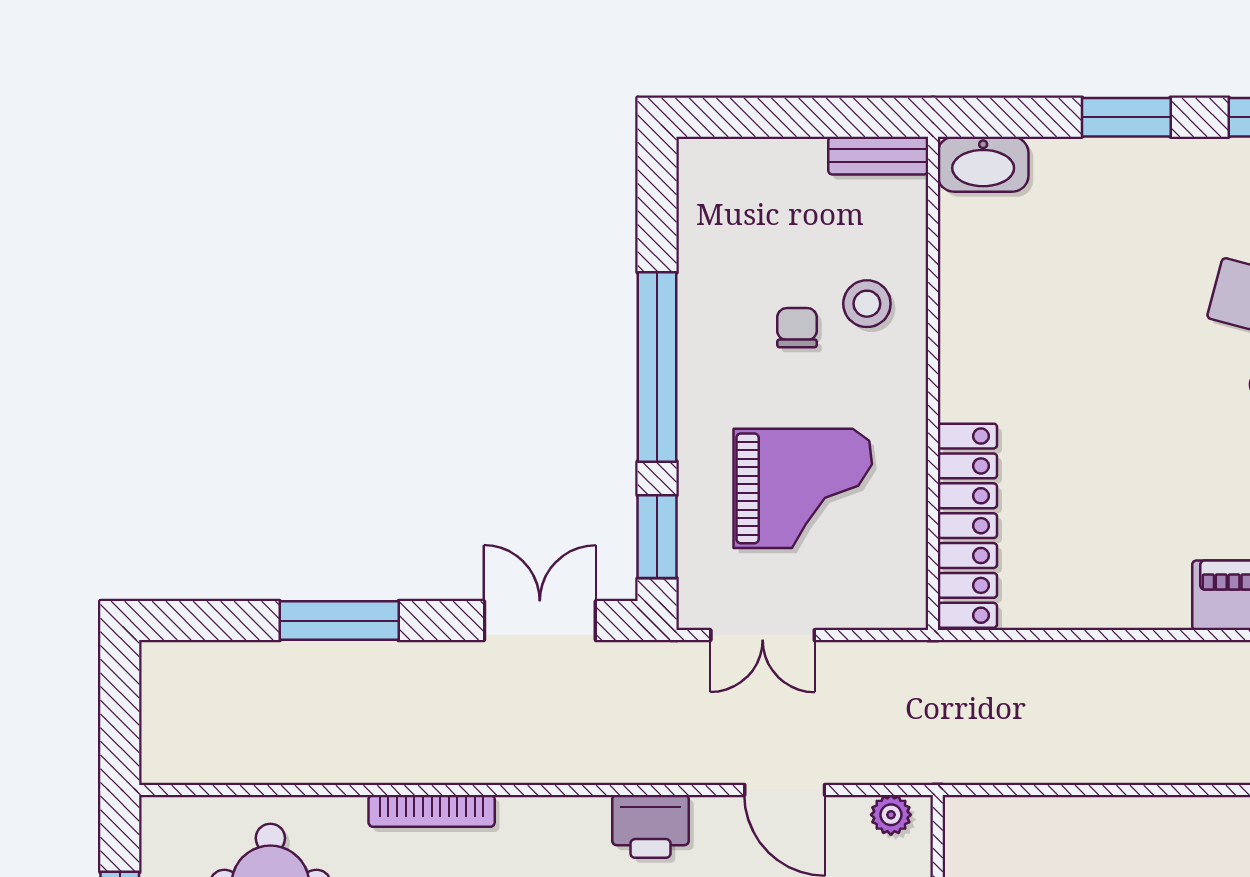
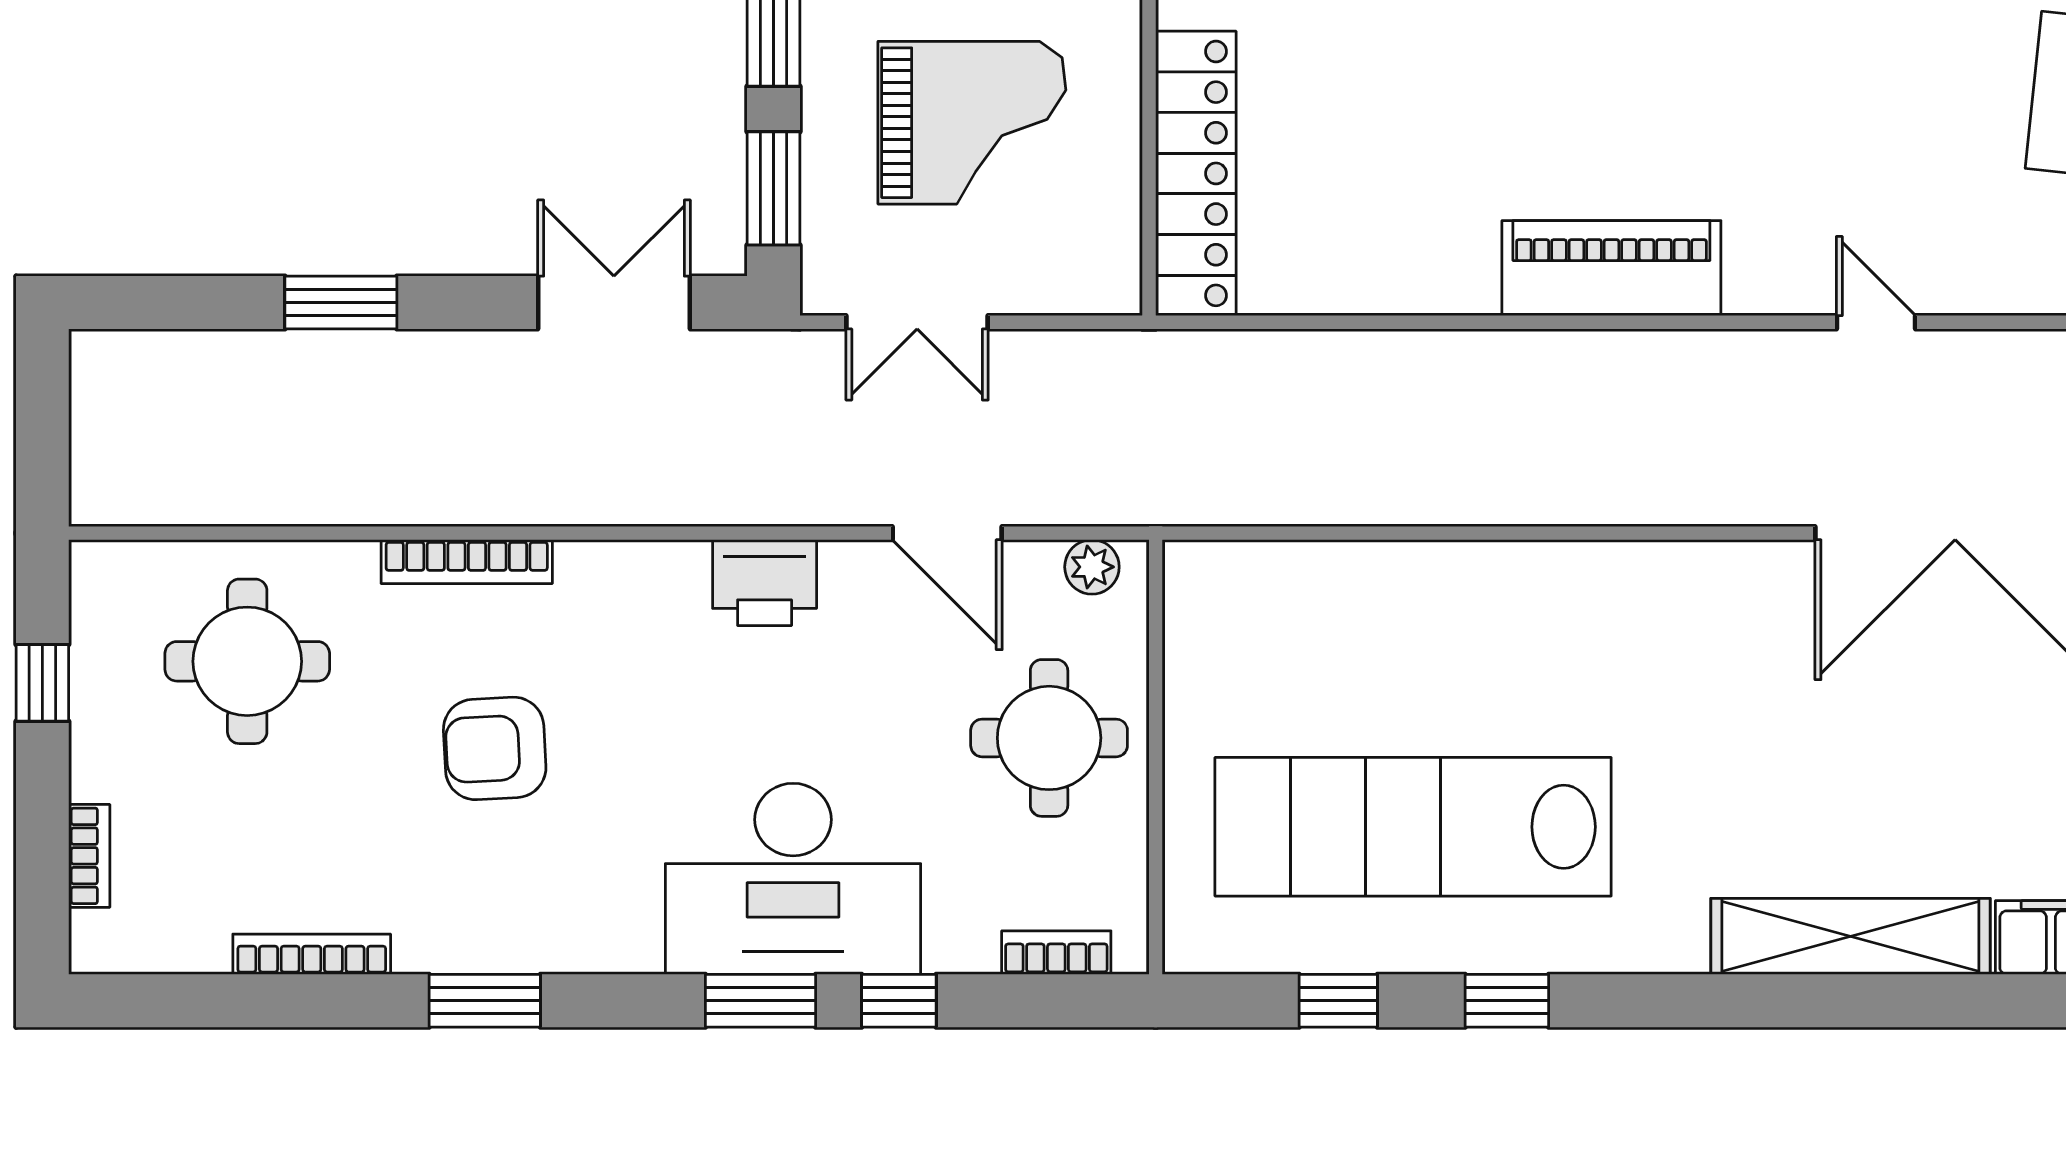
window: (339, 621) -> (341, 303), width x0.69

